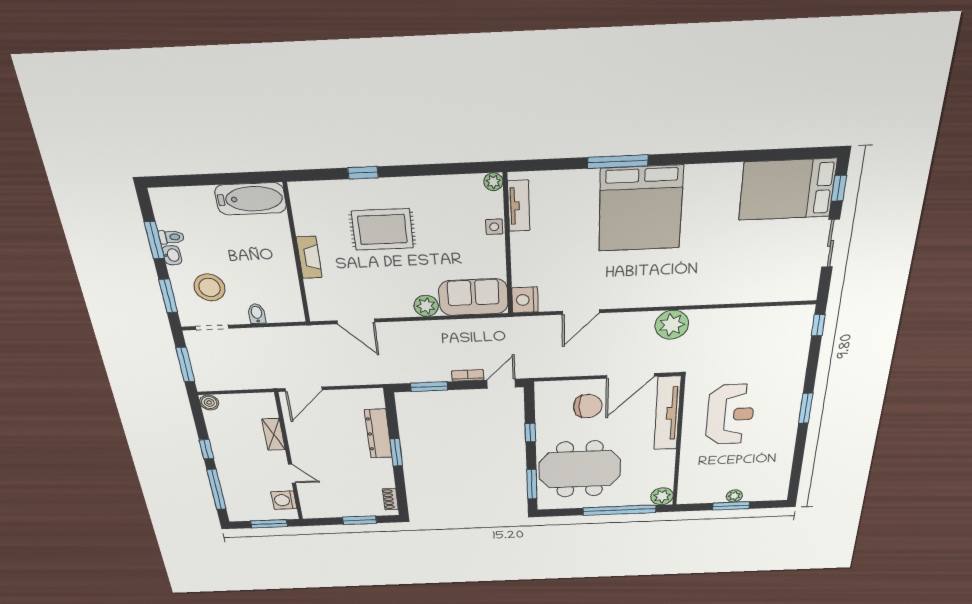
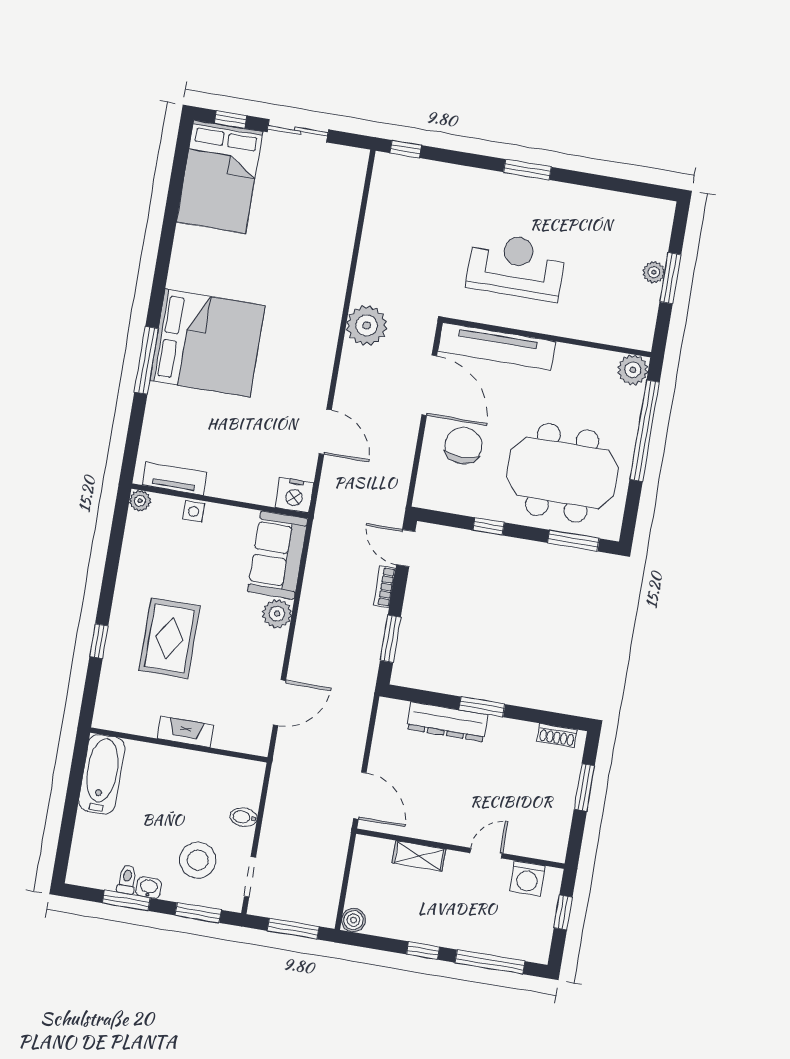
meeting table: (580, 469) -> (562, 473), turned 90
window: (269, 524) -> (563, 912), width x0.67

